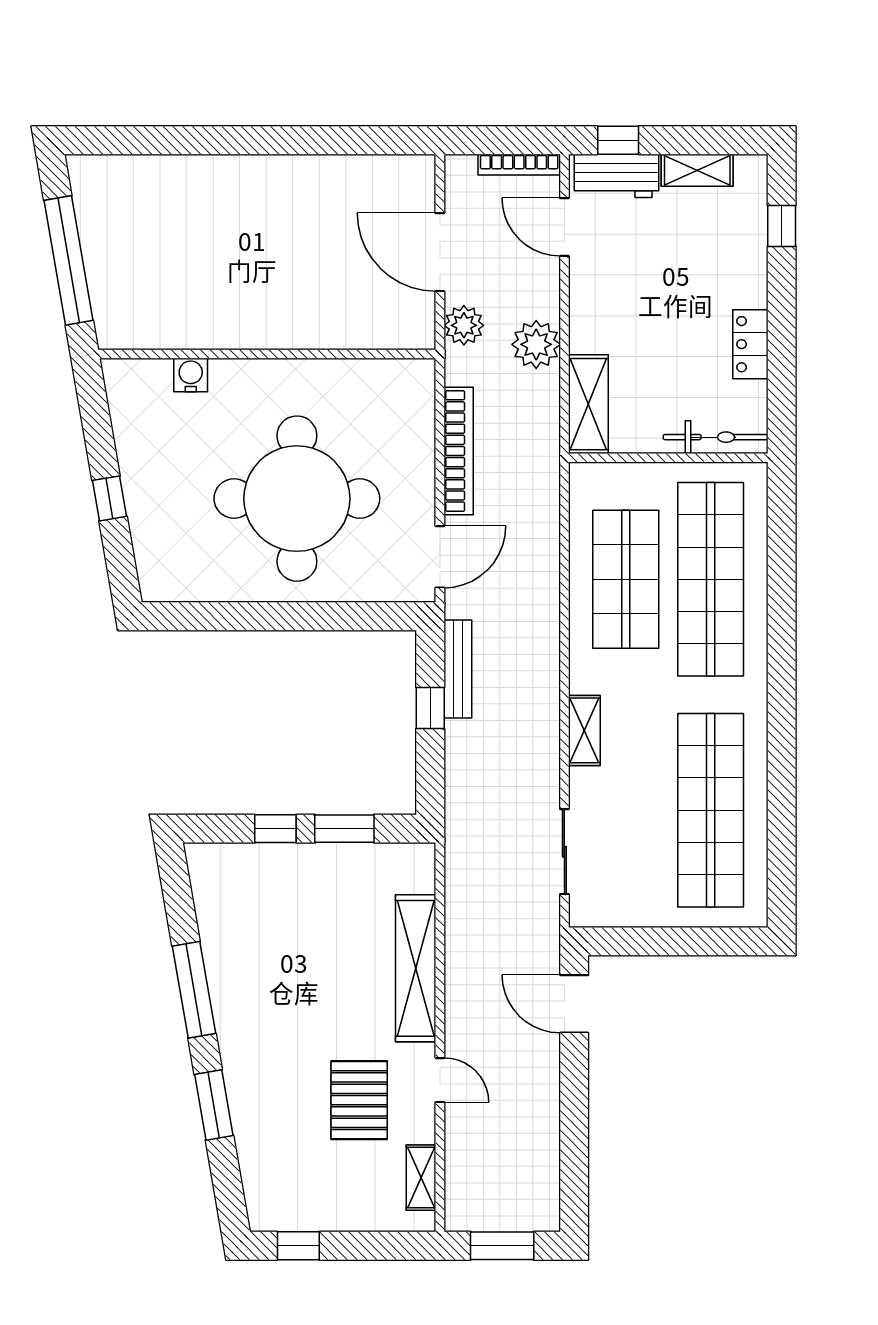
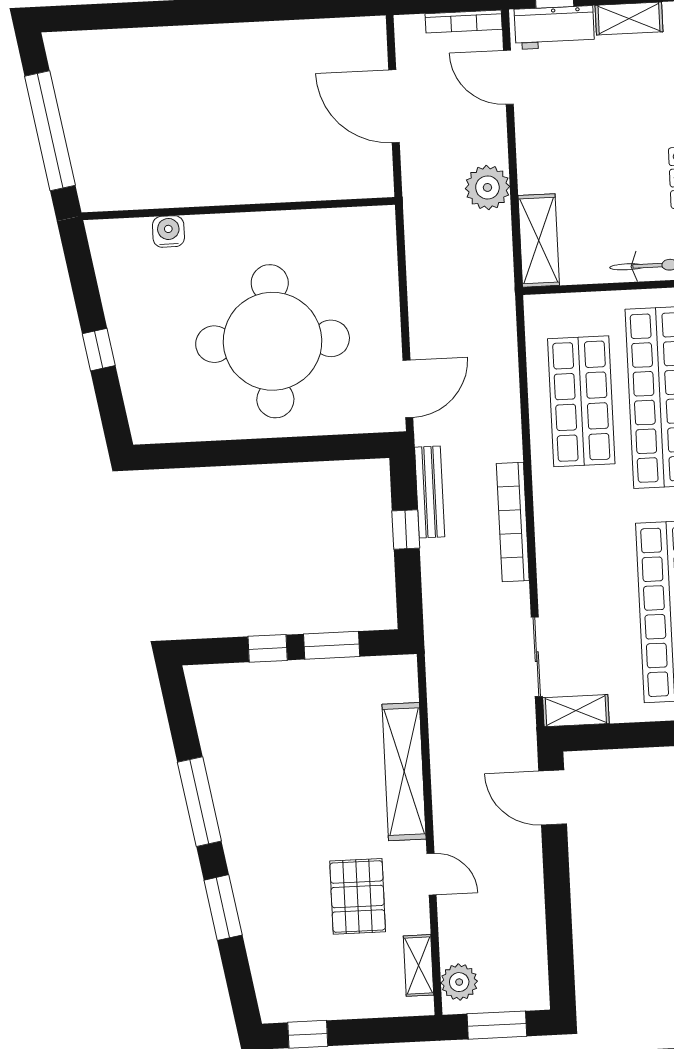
plant: (464, 325) -> (459, 982), moved
bookcase: (459, 451) -> (513, 522), moved, turned 180
shelving: (584, 730) -> (576, 711), moved, turned 90

